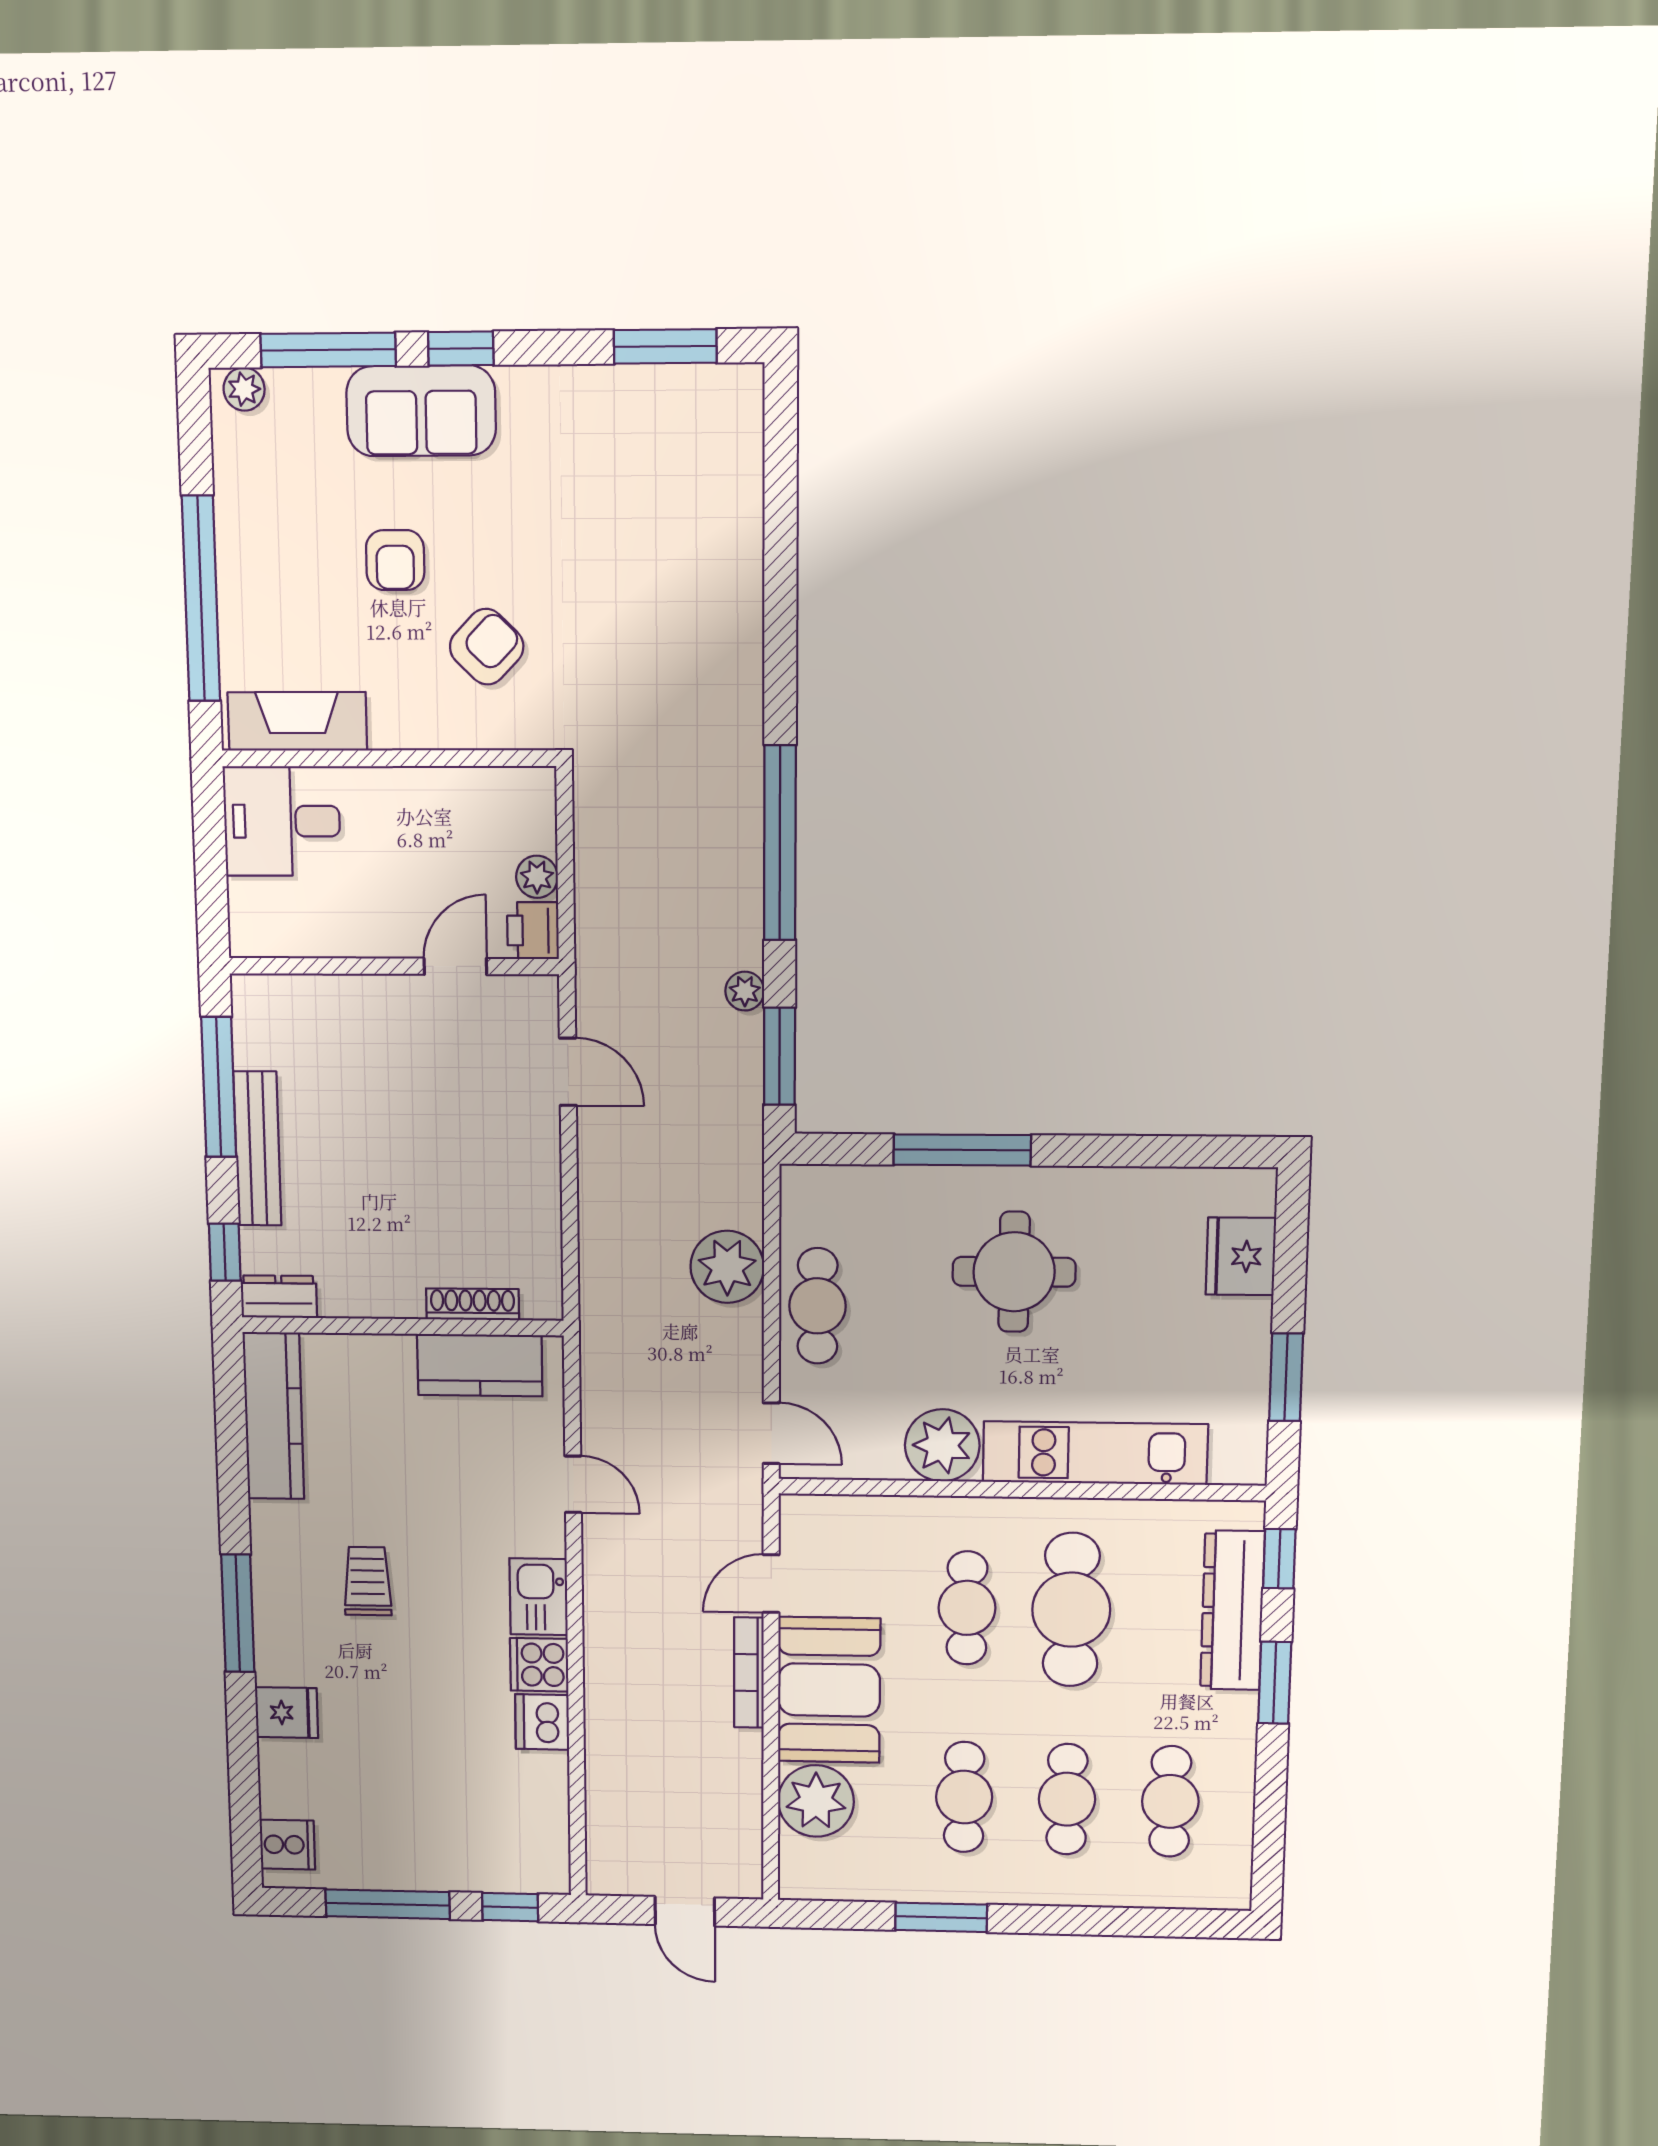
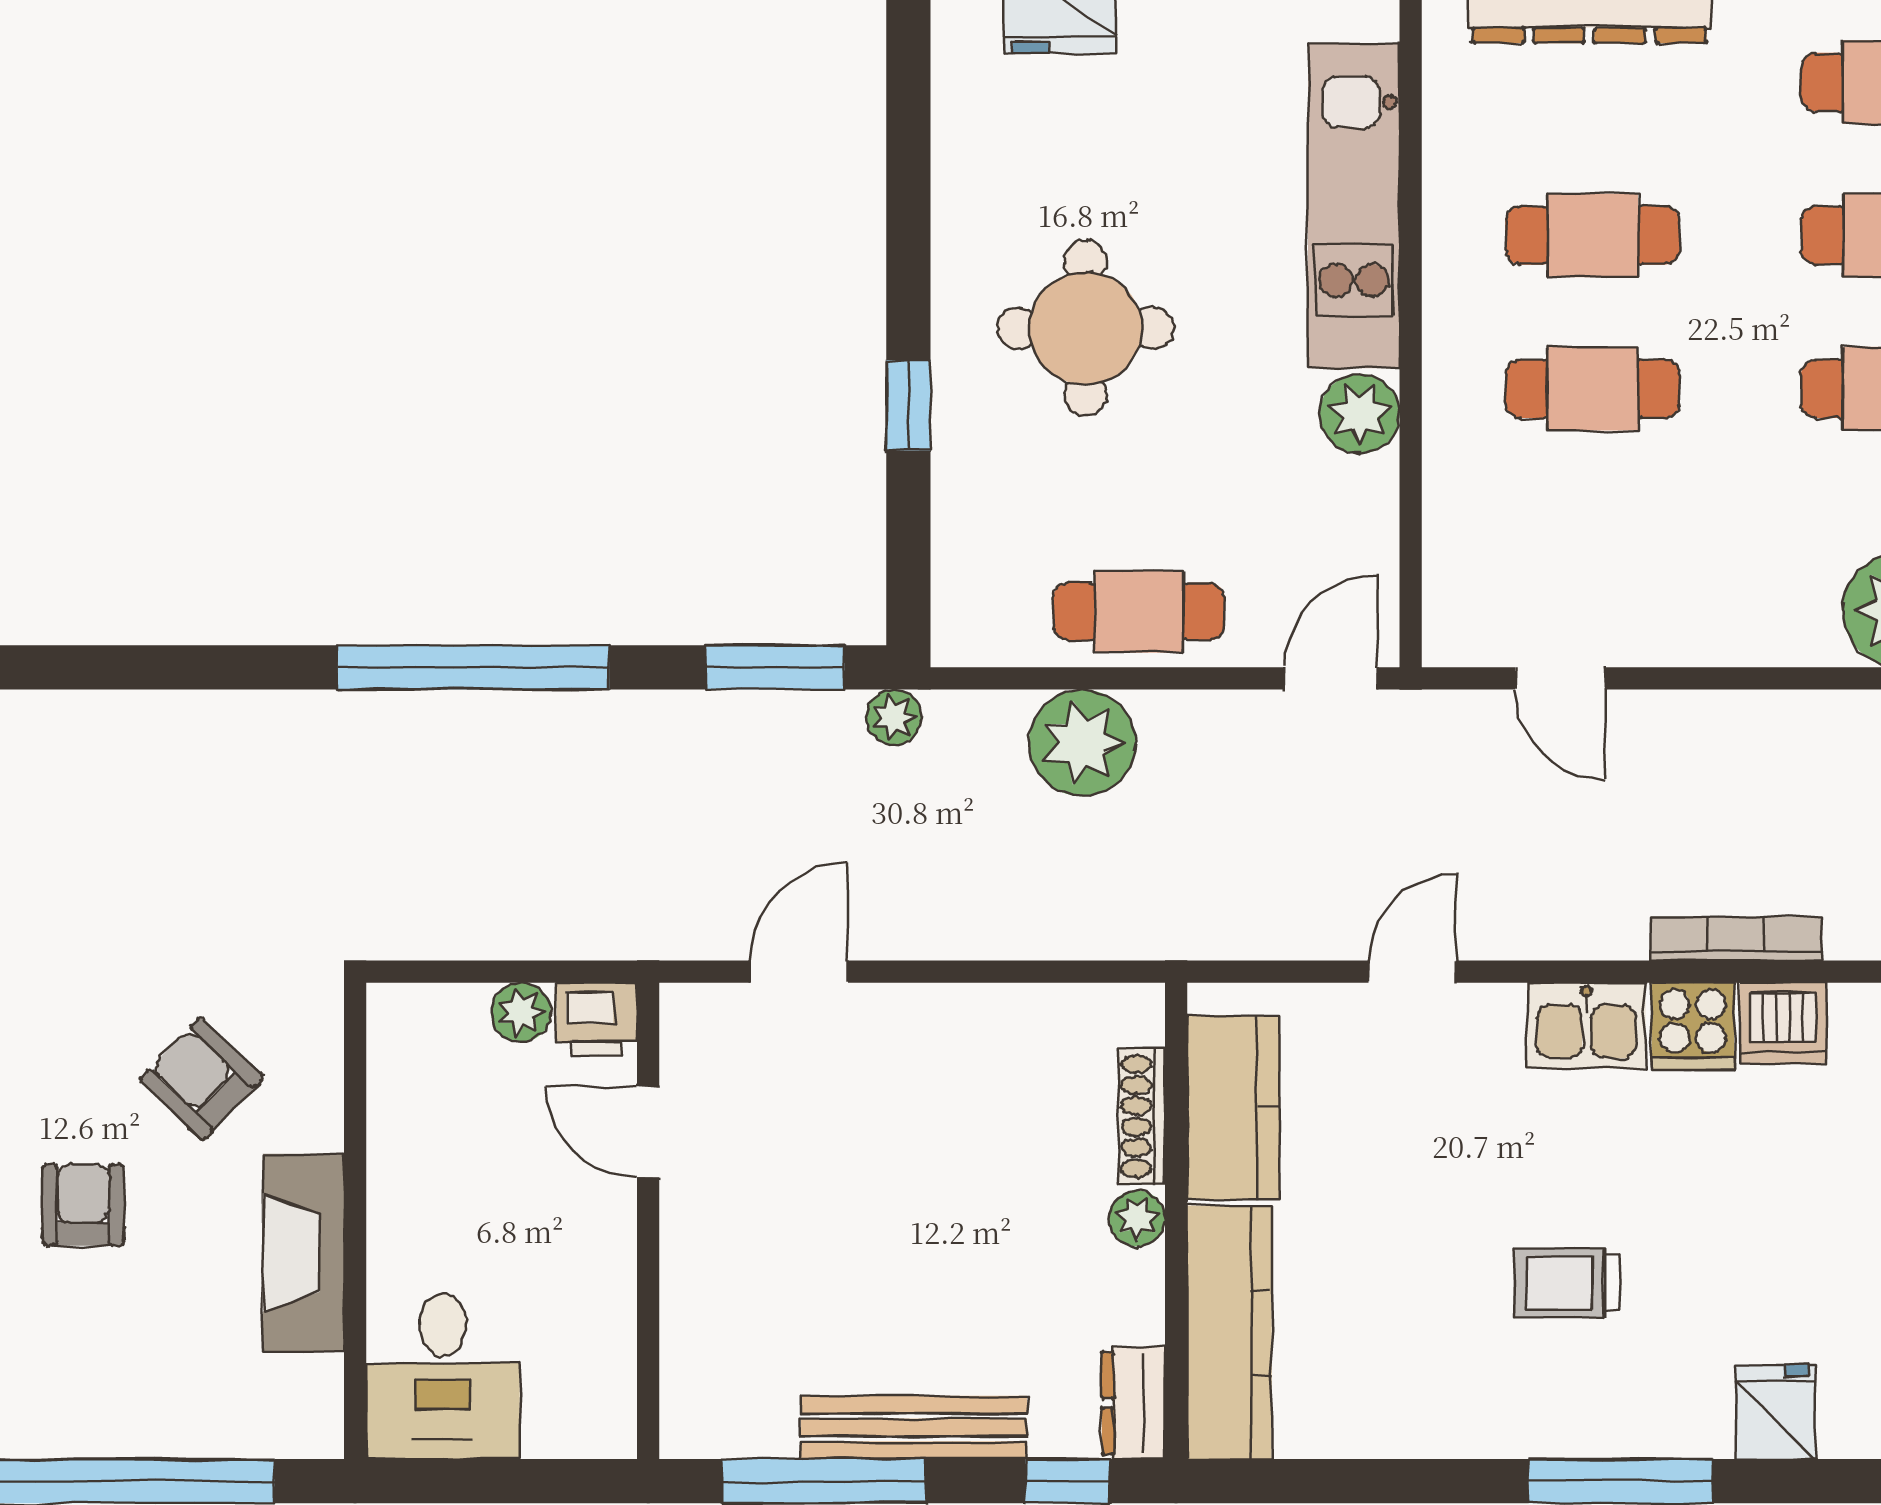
armchair: (395, 560) -> (83, 1205), turned -90
fireplace: (297, 721) -> (304, 1252), moved
plant: (745, 991) -> (894, 717), moved
window: (962, 1150) -> (908, 405), width x0.46
plant: (403, 1300) -> (1137, 1218), added
kitchen counter: (273, 1416) -> (1229, 1332), moved, turned 90
plant: (942, 1445) -> (1360, 414), width x0.73, depth x0.73
cafe table: (1071, 1610) -> (1593, 235), width x0.73, depth x0.74
bookcase: (749, 1673) -> (1736, 939), moved, turned 180
booth: (829, 1690) -> (1724, 592), removed

